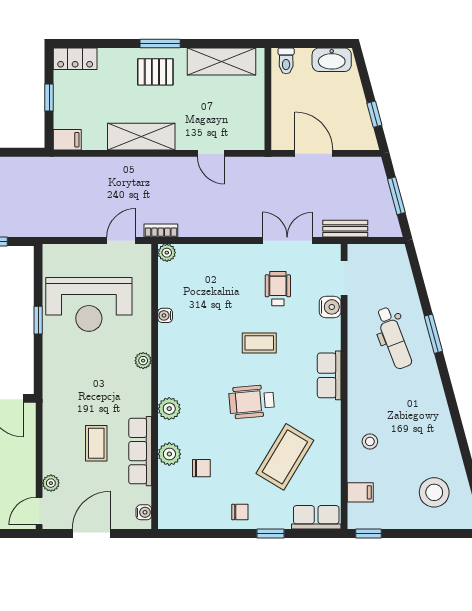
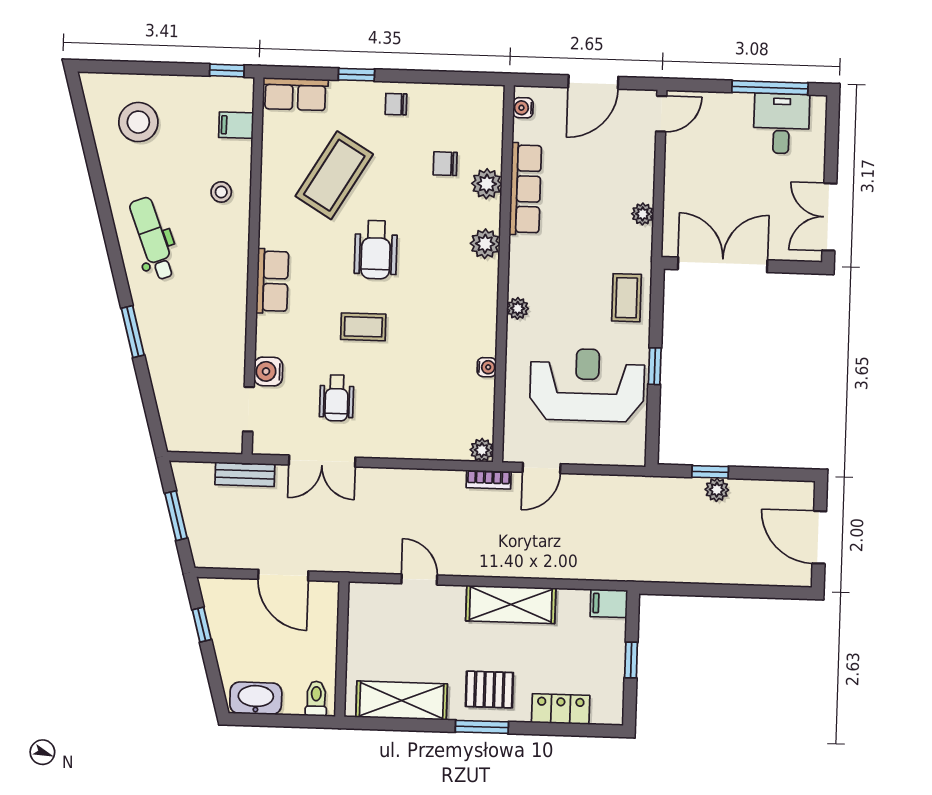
locker: (75, 59) -> (561, 709), moved
dental chair: (394, 338) -> (152, 239), moved
wheelchair: (252, 402) -> (376, 250), turned 95
coffee table: (96, 443) -> (627, 298), moved
plant: (51, 483) -> (643, 214), moved

